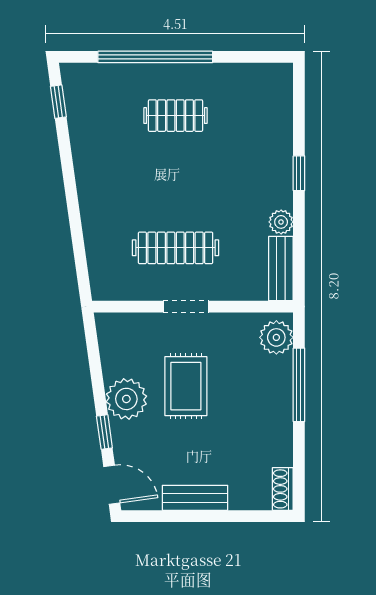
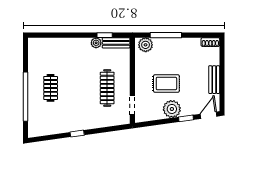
window: (58, 102) -> (77, 134), moved
window: (299, 173) -> (105, 35), moved
doorway: (186, 307) -> (132, 105), moved

